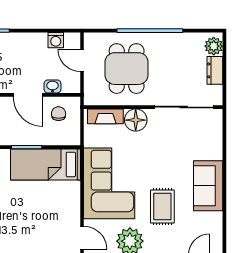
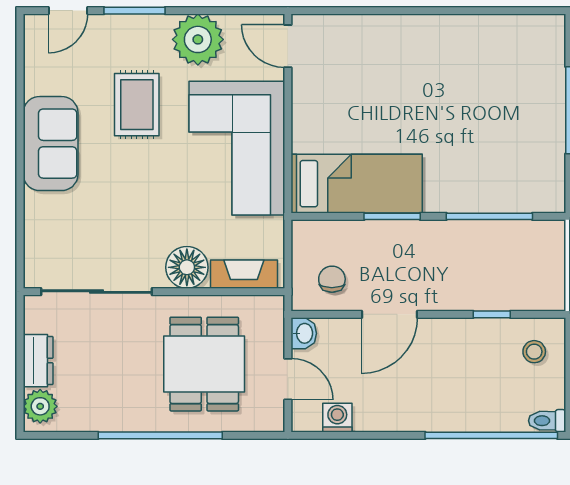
washbasin: (52, 86) -> (304, 333), moved, turned -90
door: (28, 95) -> (389, 314), swing flipped
chair: (59, 114) -> (332, 279), turned 180

